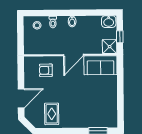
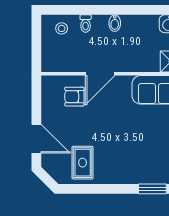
door: (73, 55) -> (100, 74), moved
door: (21, 98) -> (36, 139), hinge flipped

